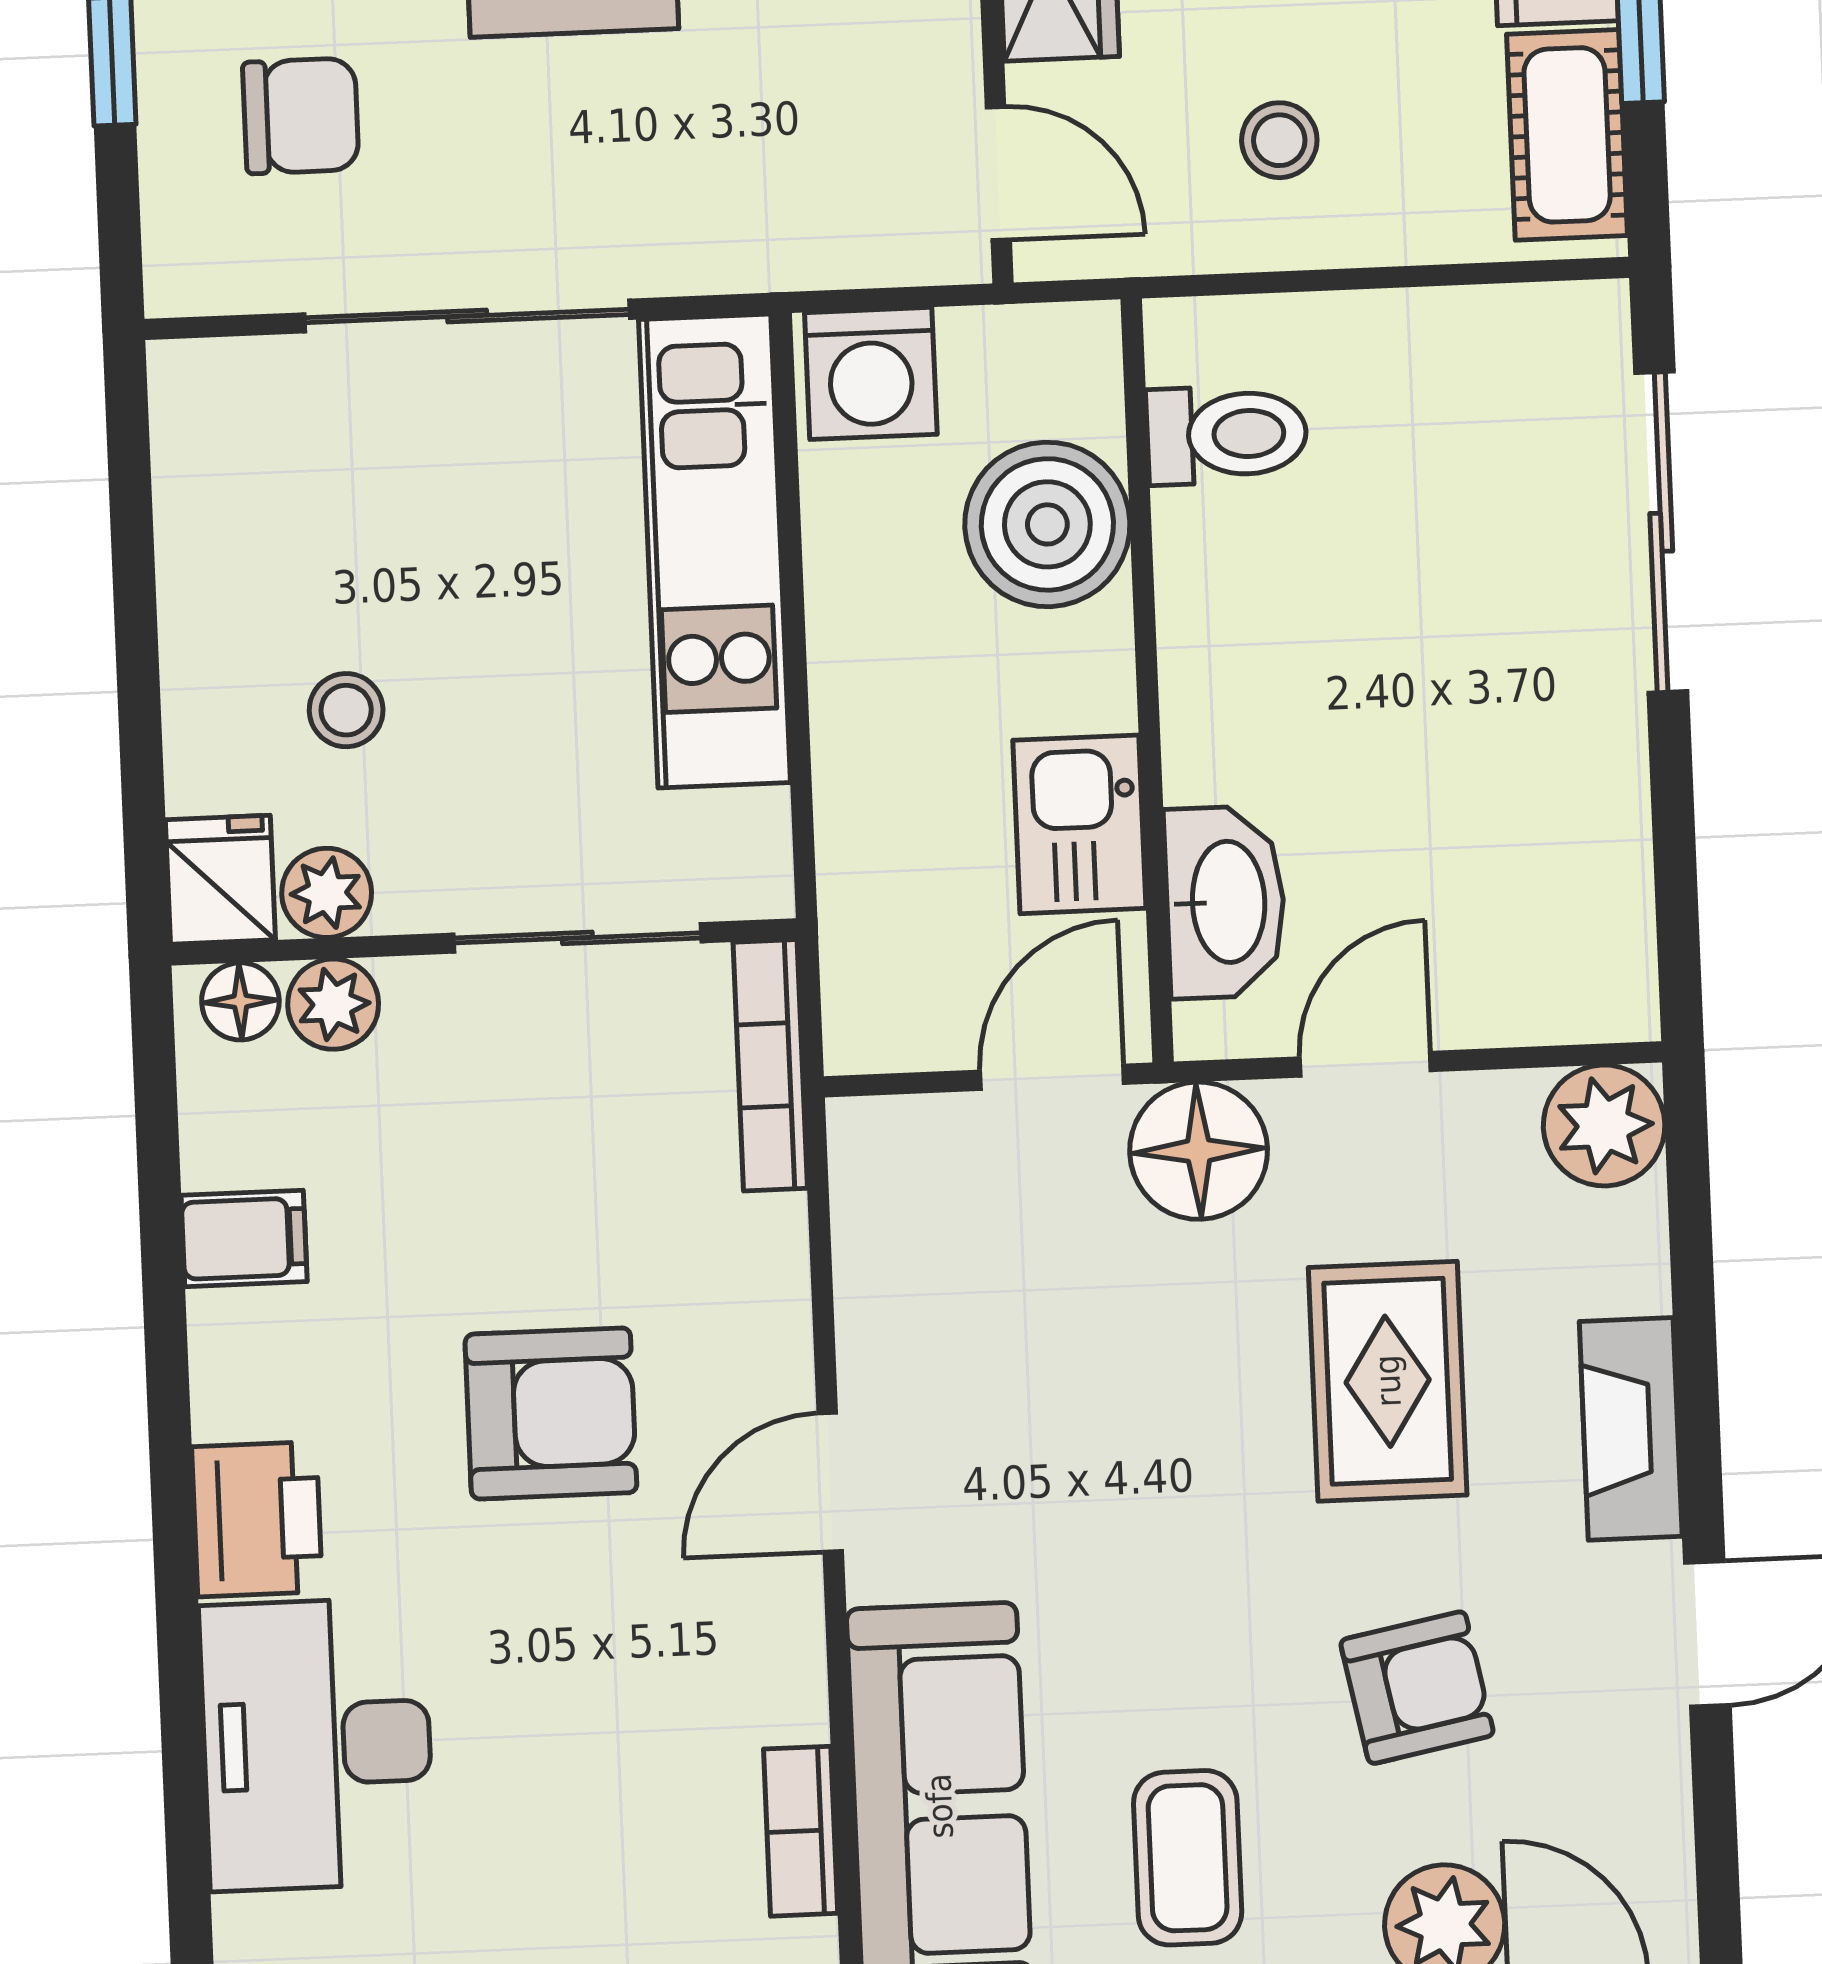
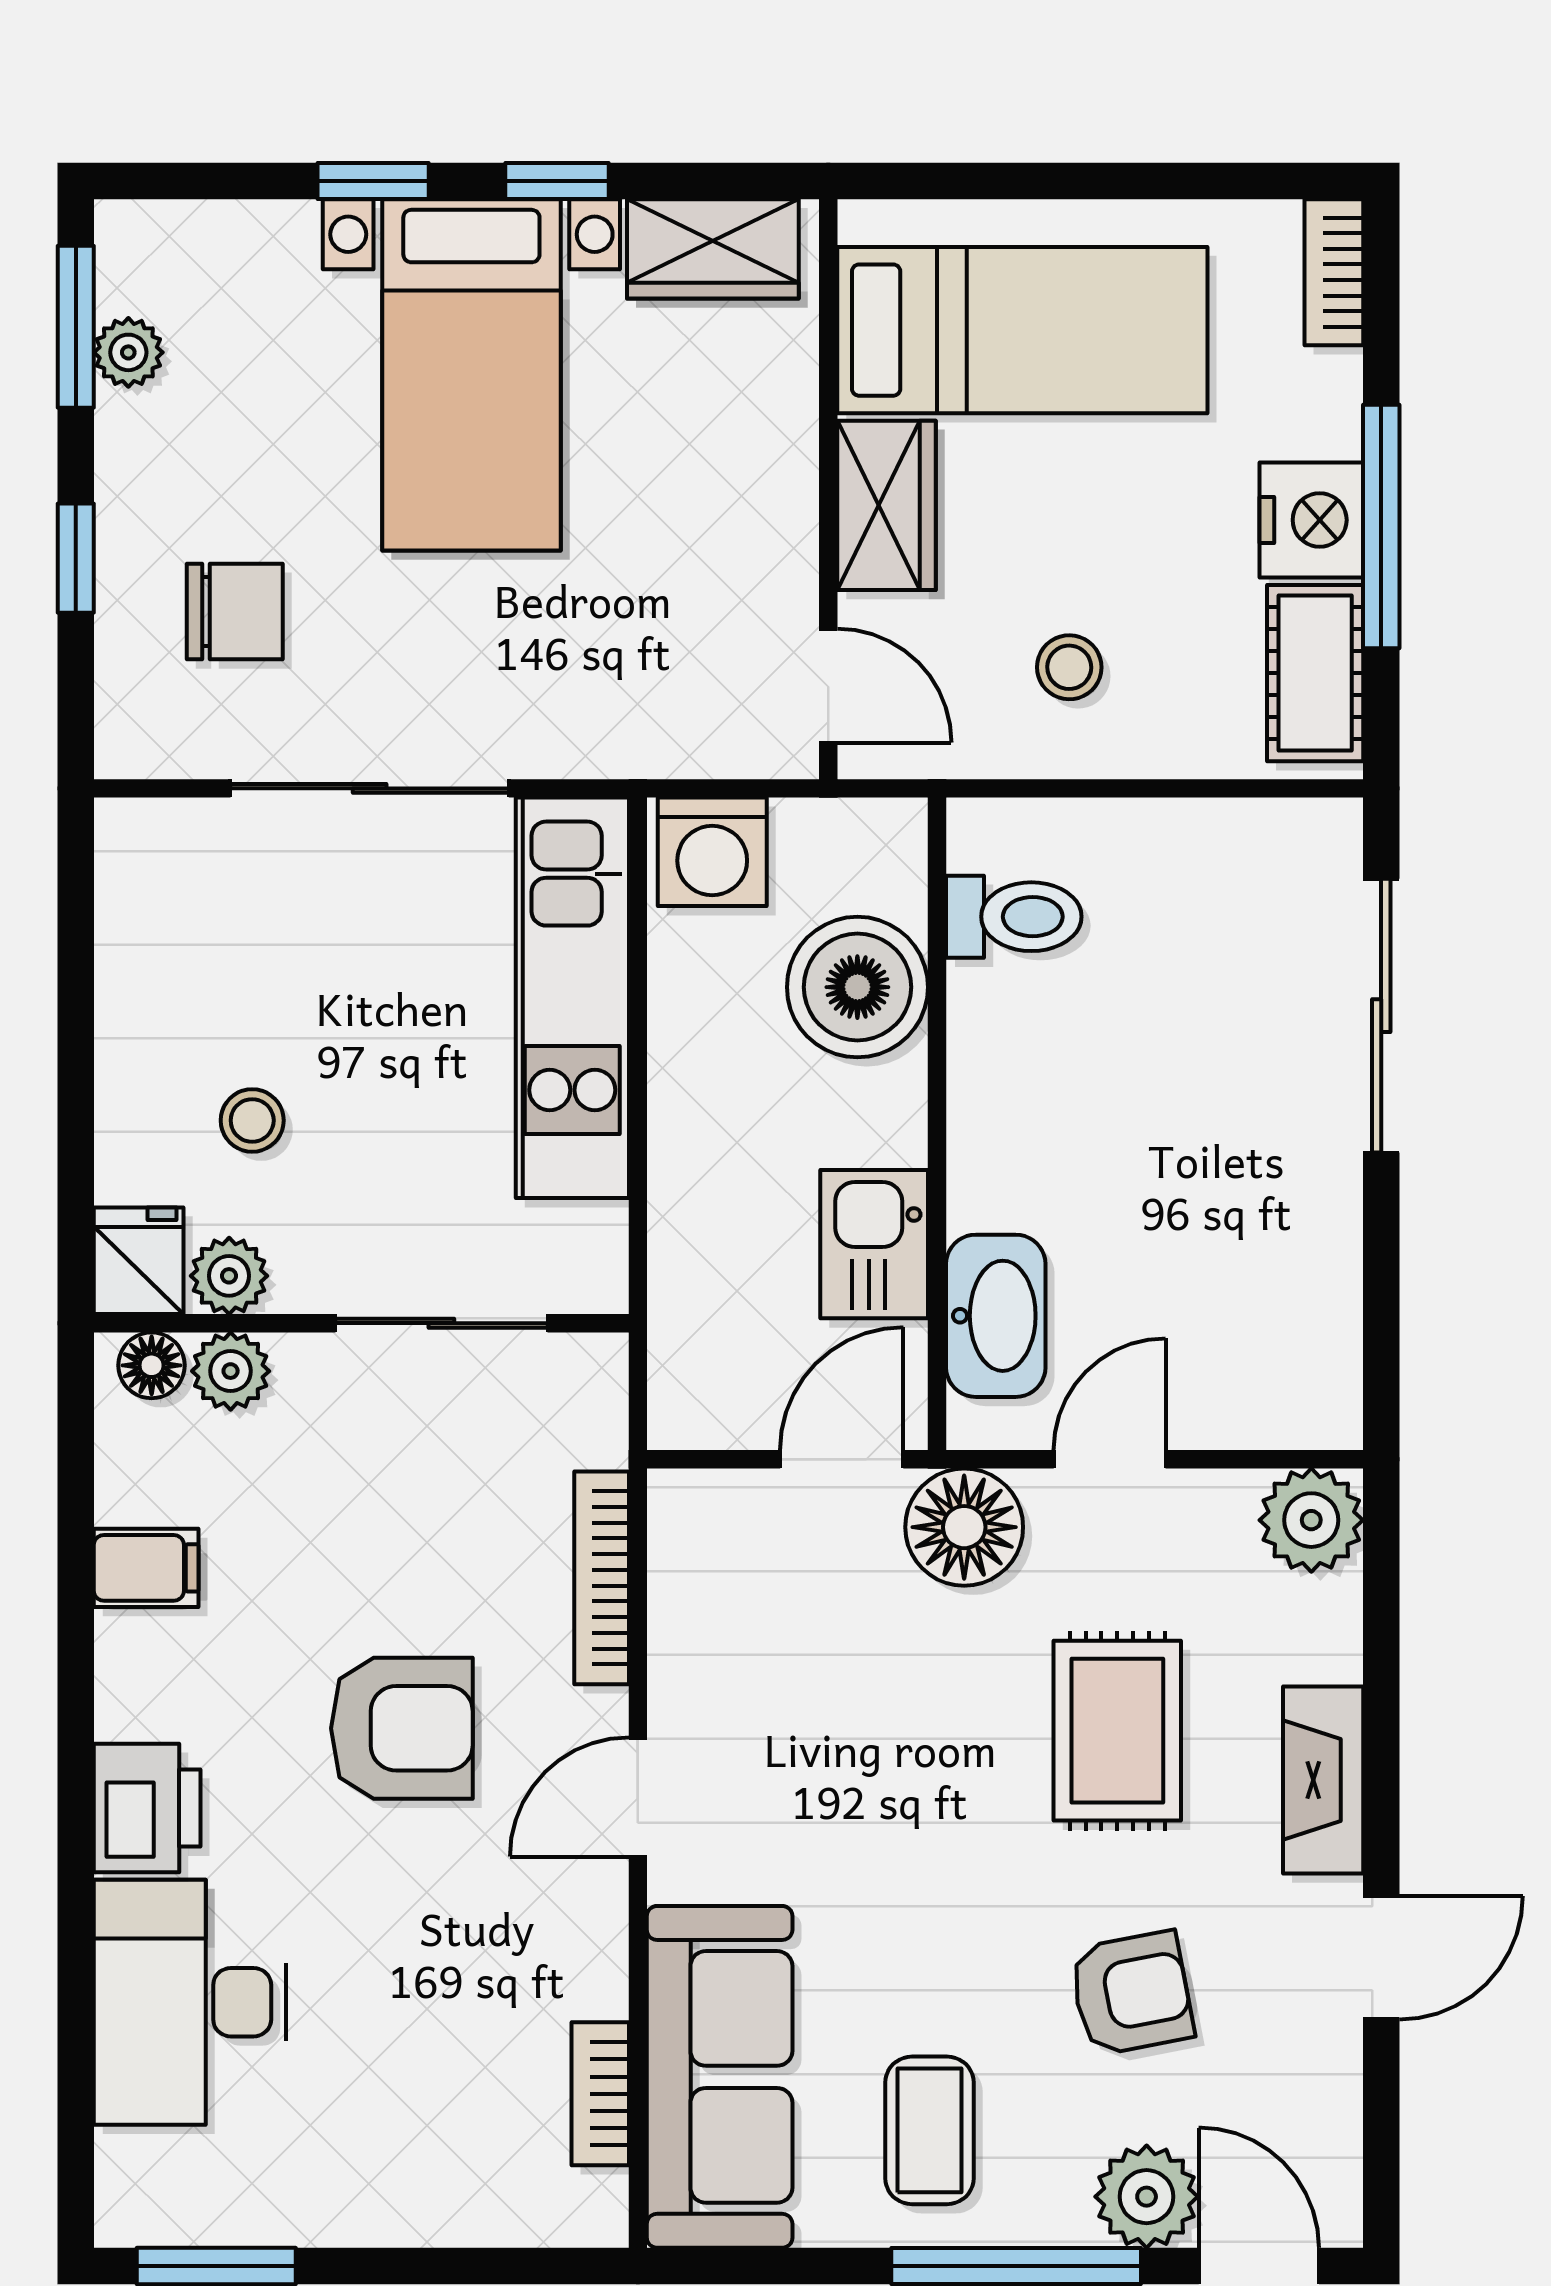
bookcase: (770, 1065) -> (602, 1578), moved

